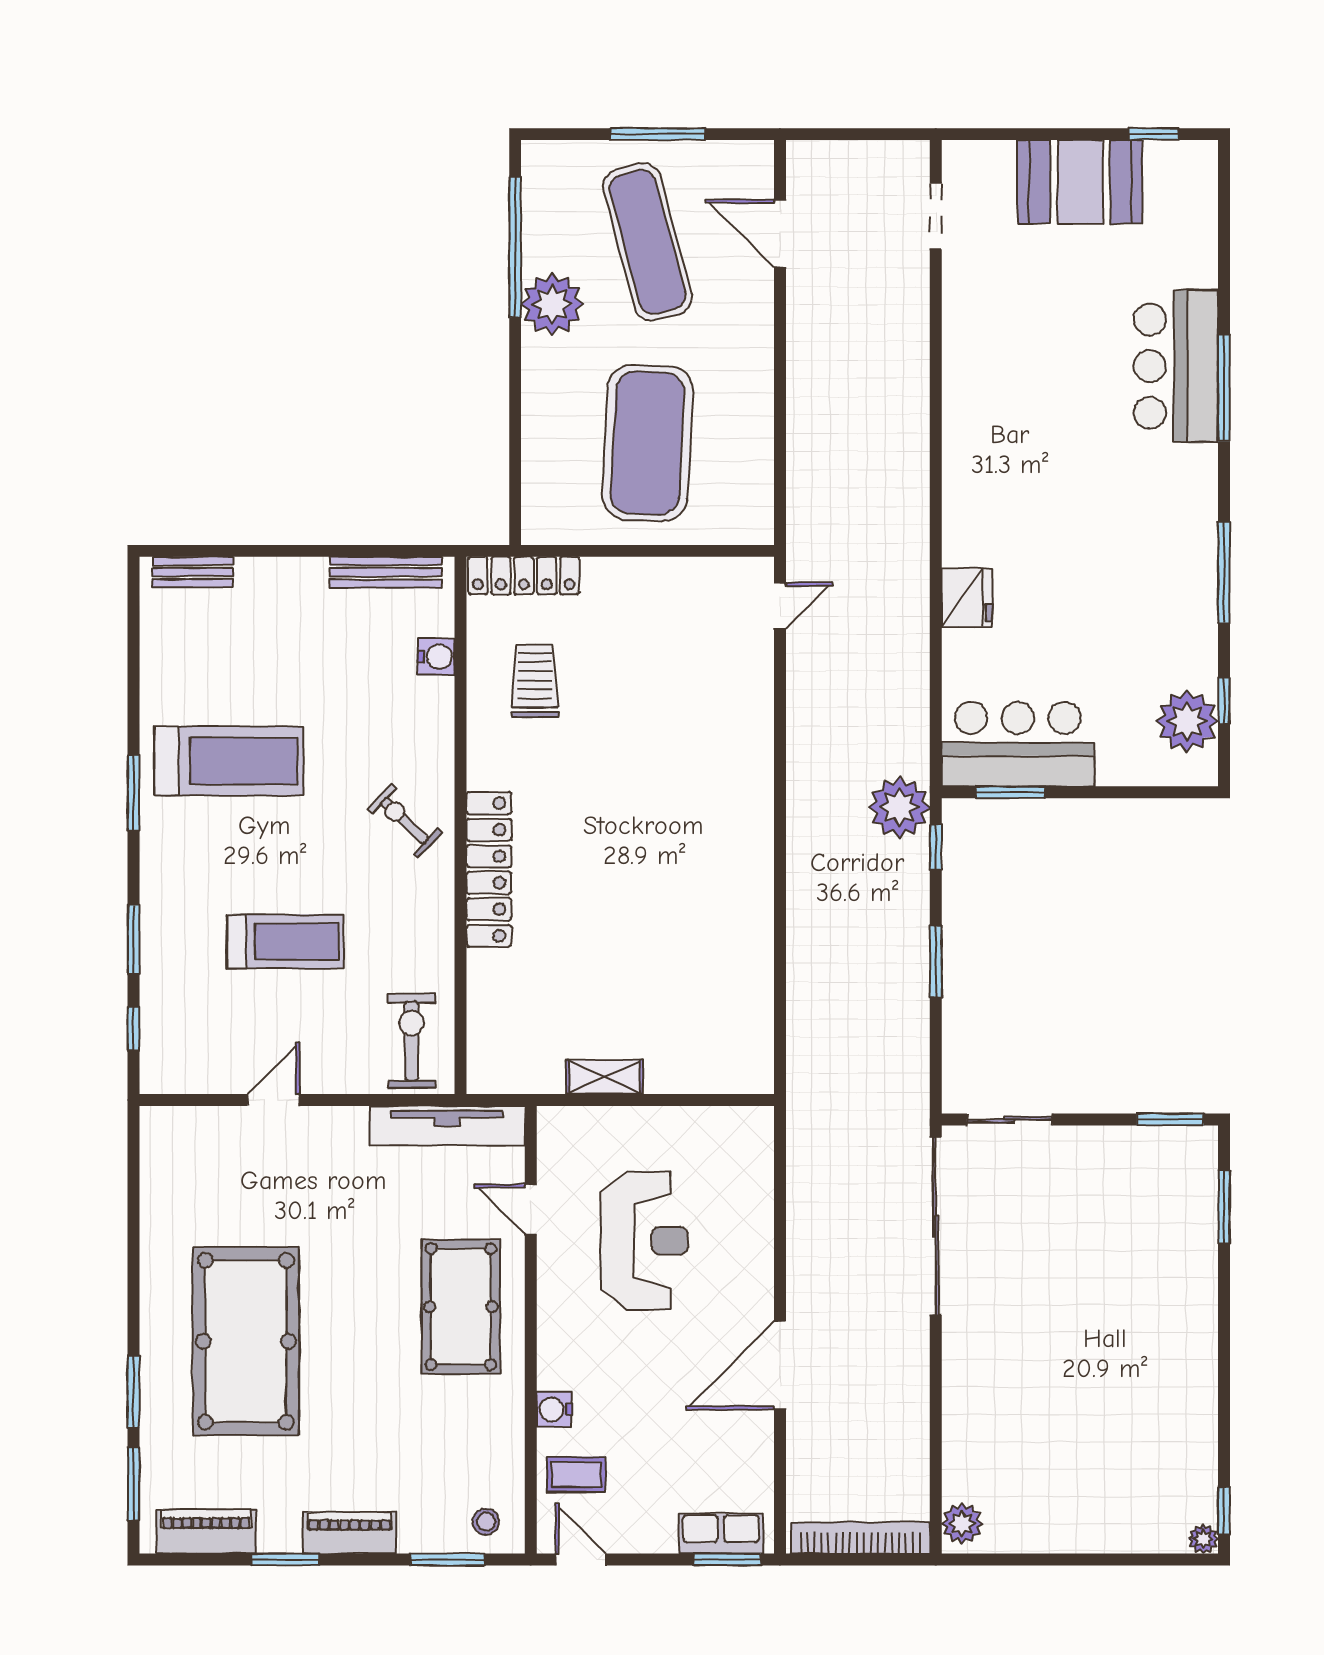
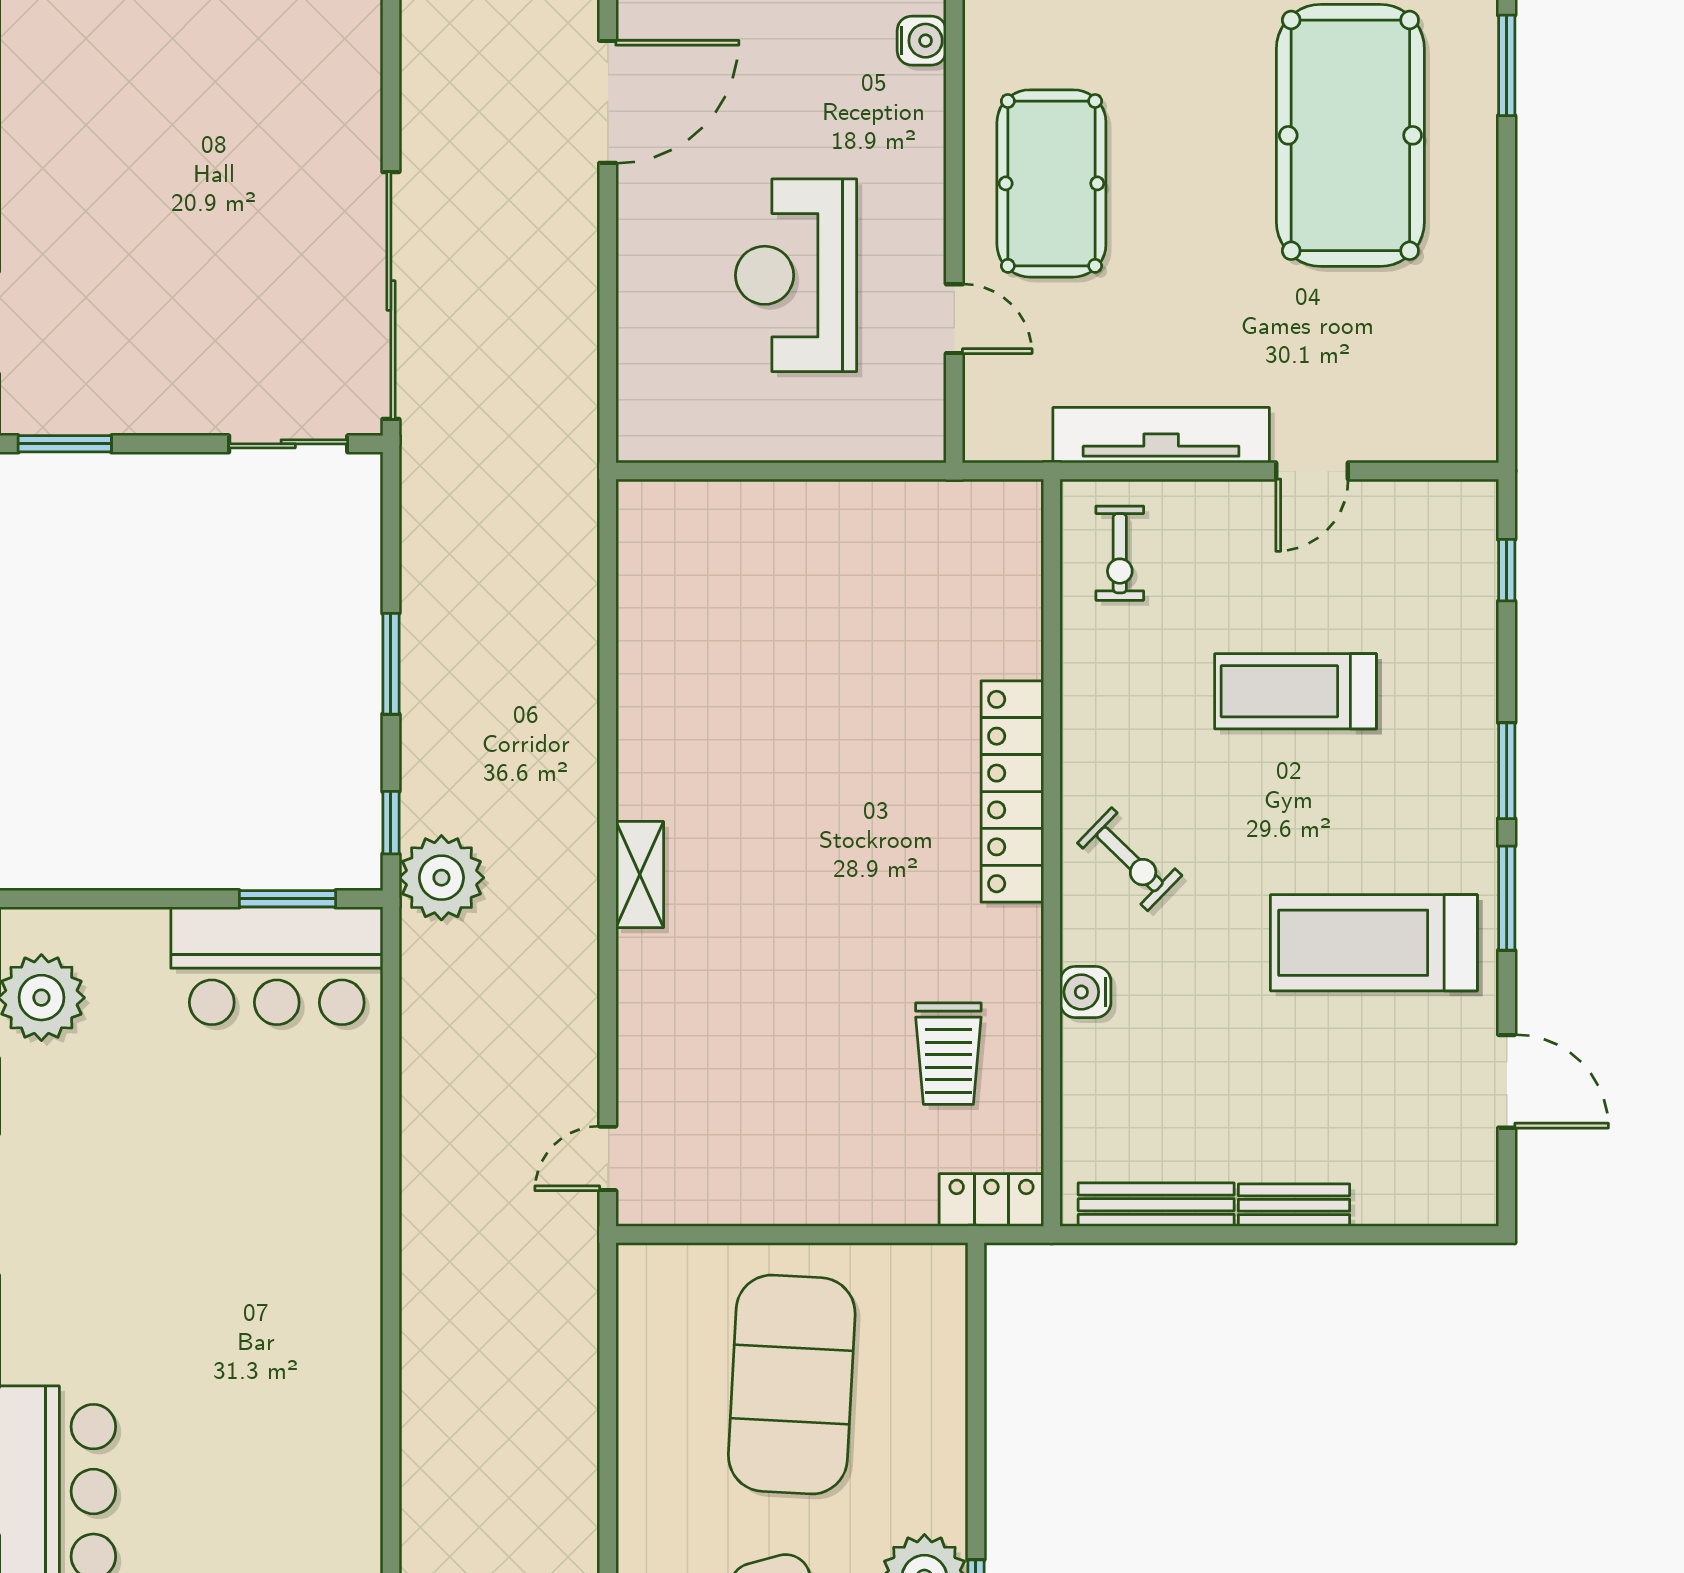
bench: (193, 572) -> (1294, 1205), moved
locker: (524, 576) -> (991, 1200), width x0.66
fridge: (967, 598) -> (348, 1170), removed
water cooler: (436, 657) -> (1085, 992), moved
door: (133, 661) -> (1507, 1081), added
window: (133, 939) -> (1507, 771), moved
exercise bike: (412, 1041) -> (1120, 553), width x0.73, depth x0.72
shelving: (604, 1077) -> (640, 875), moved, turned 90
tv unit: (447, 1126) -> (1161, 435), moved

